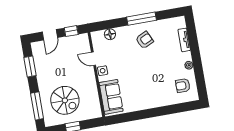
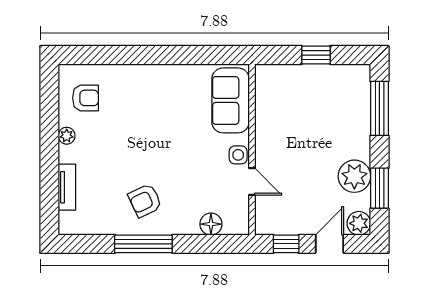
plant: (37, 47) -> (359, 223), added
plant: (43, 70) -> (354, 176), added
spiral stairs: (65, 100) -> (323, 110), removed

